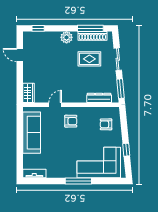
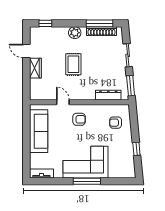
rug: (89, 59) -> (73, 64), moved, turned 90
wardrobe: (28, 93) -> (35, 68), moved
door: (55, 105) -> (63, 102), hinge flipped
corner sofa: (99, 163) -> (85, 162), moved

